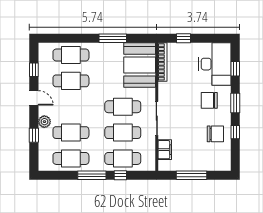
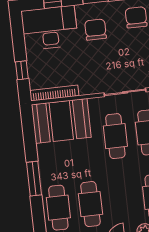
window: (113, 38) -> (34, 179), moved
chair: (209, 100) -> (95, 30), turned 180

